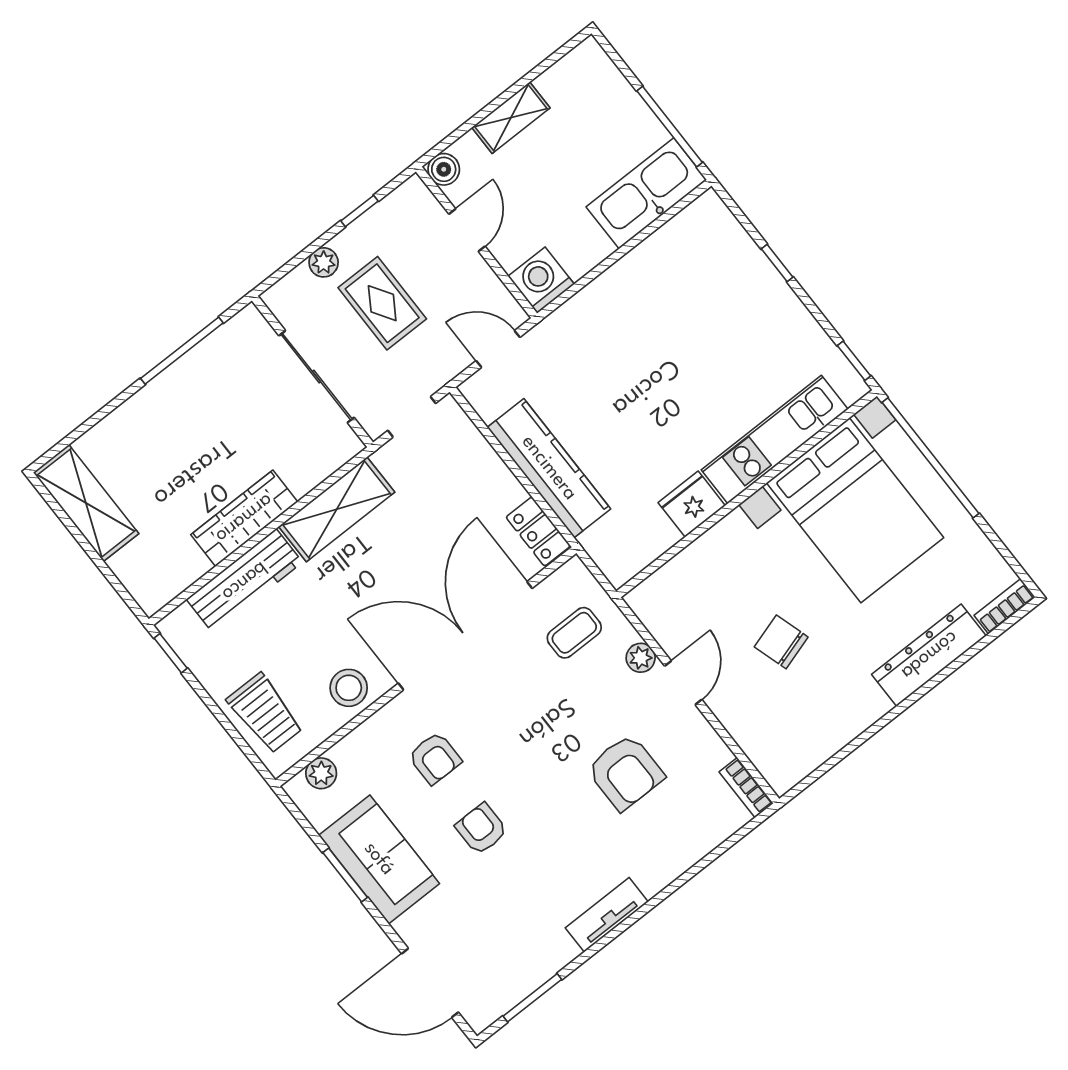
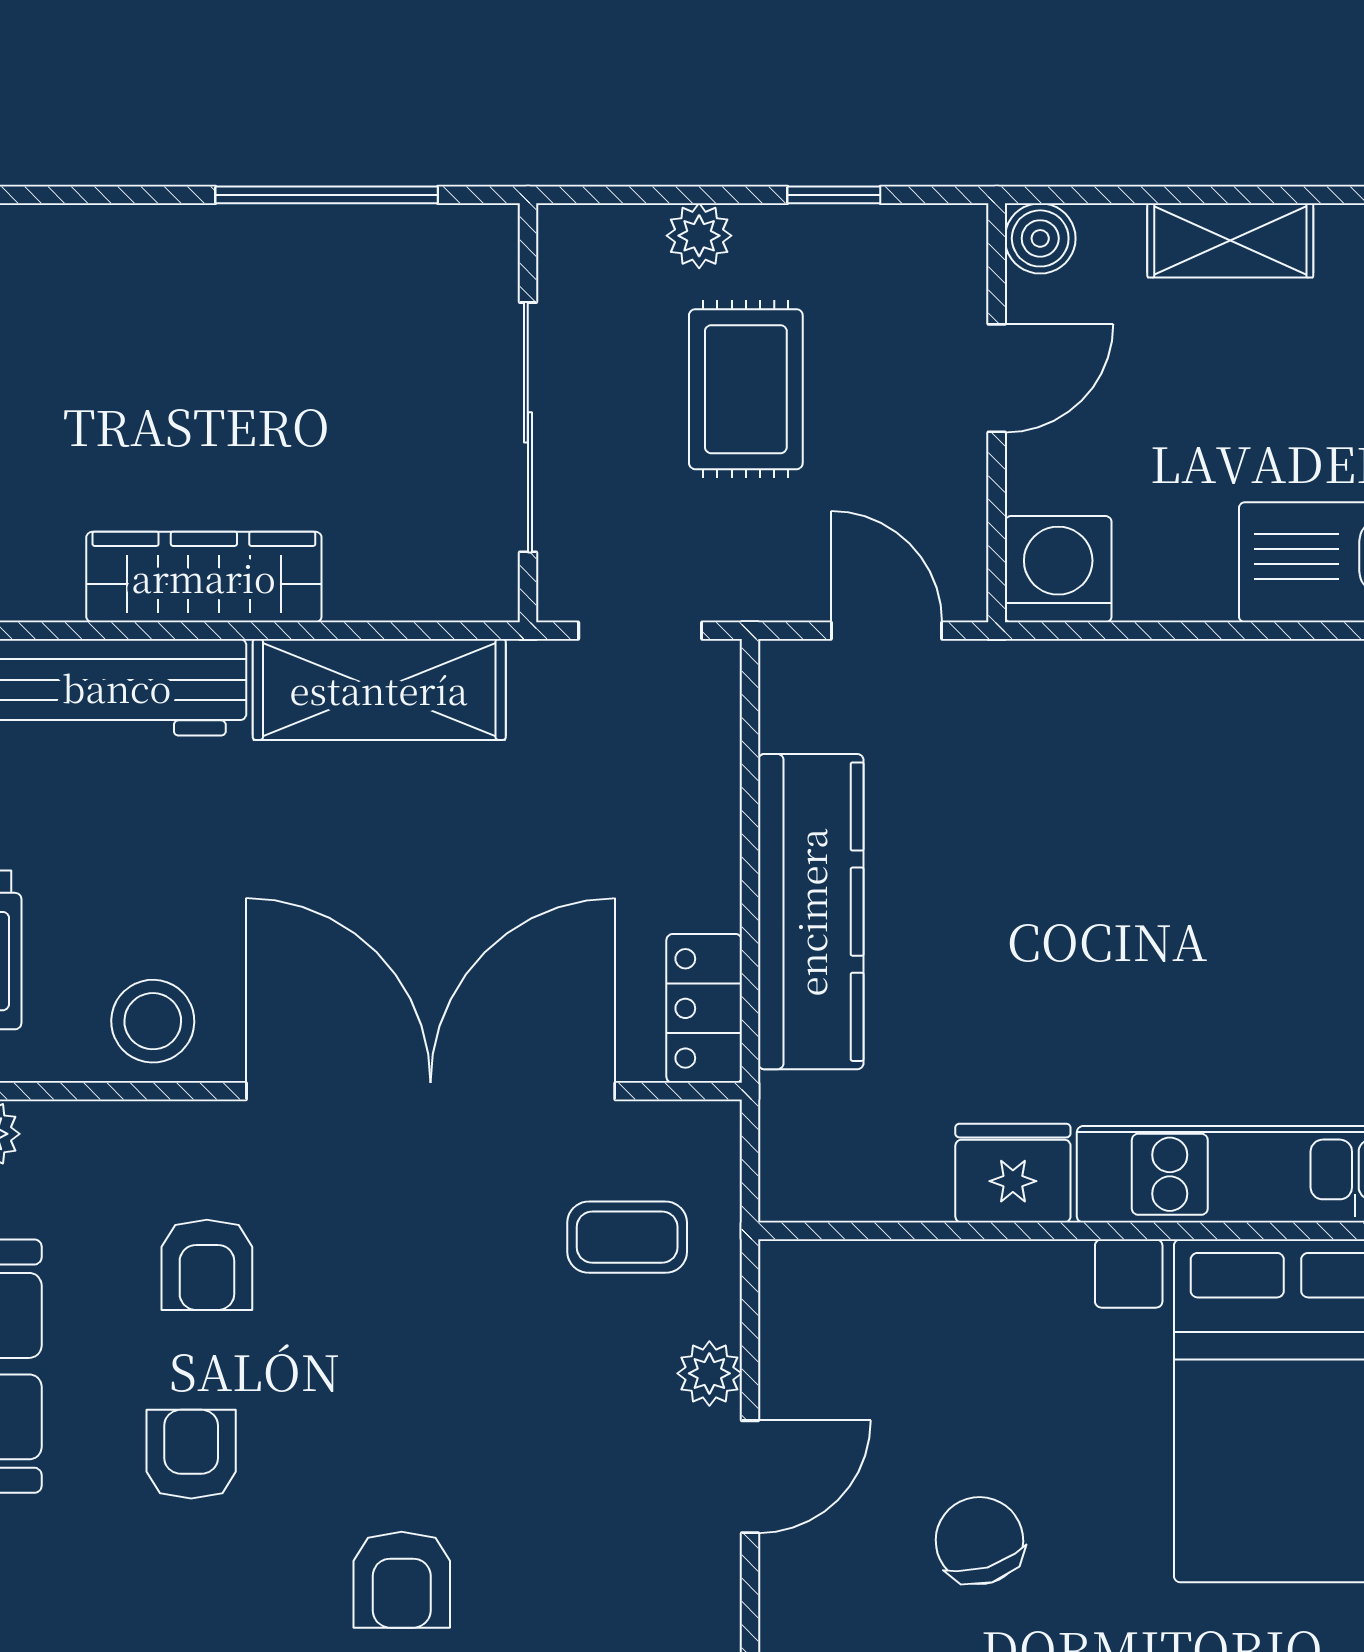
armchair: (625, 772) -> (402, 1580), moved, width x0.72, depth x0.72

